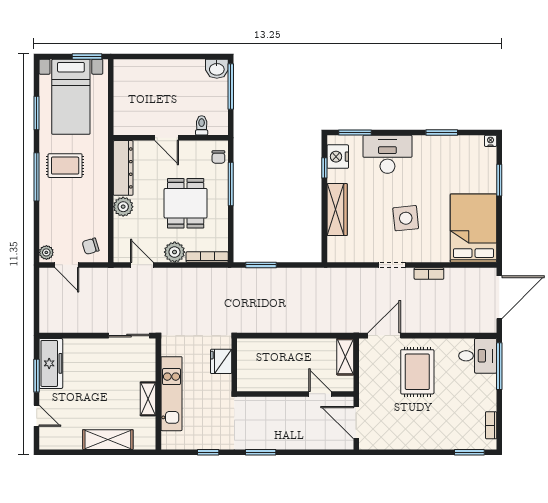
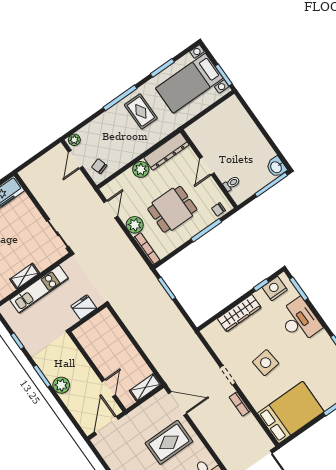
plant: (283, 439) -> (61, 385), added

